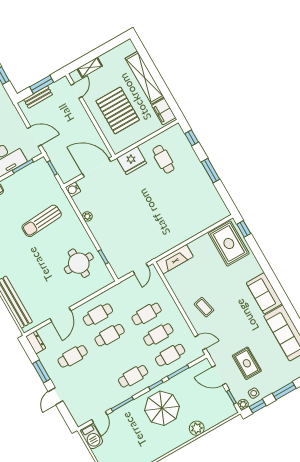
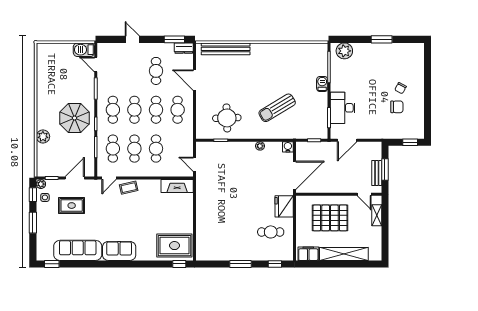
bench: (38, 97) -> (377, 173), moved
sun lounger: (42, 221) -> (277, 108), turned -117
fireplace: (175, 259) -> (177, 186), moved, turned -90
coffee table: (204, 307) -> (129, 188), moved
cafe table: (121, 356) -> (134, 110), added
window: (41, 371) -> (174, 39), moved

